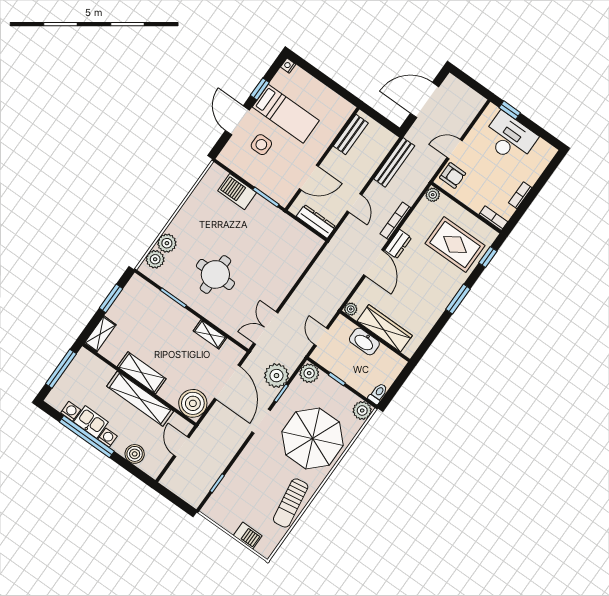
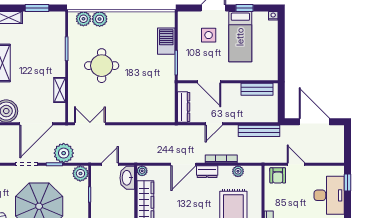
plant: (433, 195) -> (238, 171), moved
washbasin: (364, 342) -> (127, 178), moved

